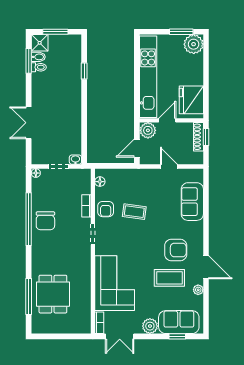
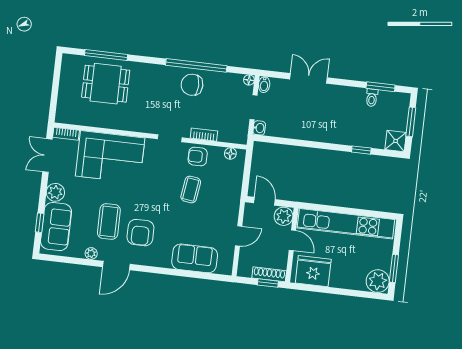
shower: (40, 43) -> (396, 141), moved
bidet: (38, 57) -> (264, 85), moved

